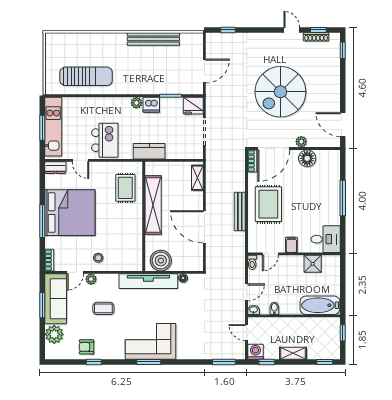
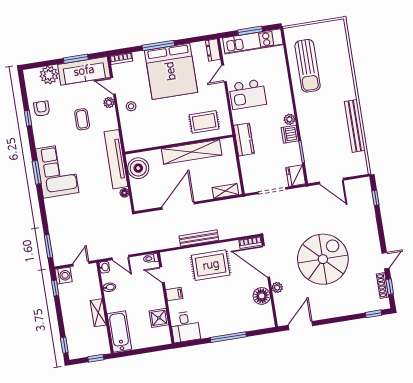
spiral stairs: (280, 92) -> (323, 259), turned 90
shelving: (293, 353) -> (98, 313), moved

